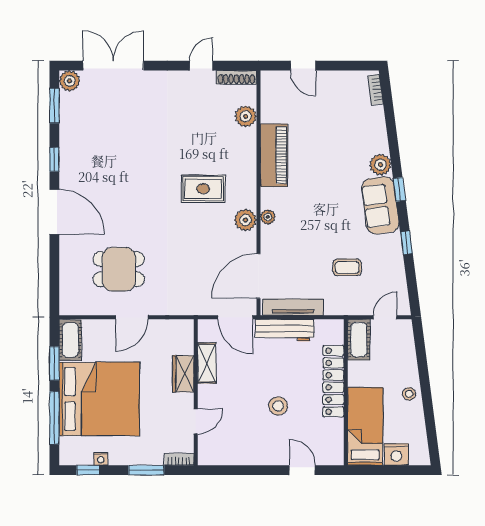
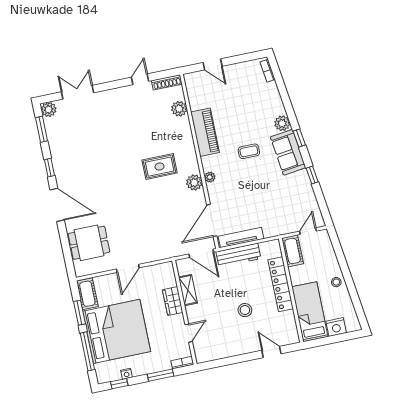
double door: (113, 66) -> (78, 92), width x0.73
coffee table: (347, 267) -> (249, 151), moved
dining table: (119, 269) -> (89, 243), moved

